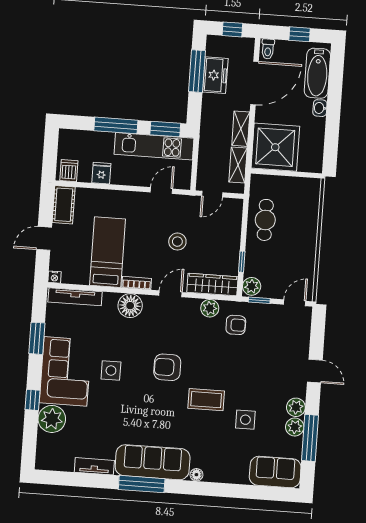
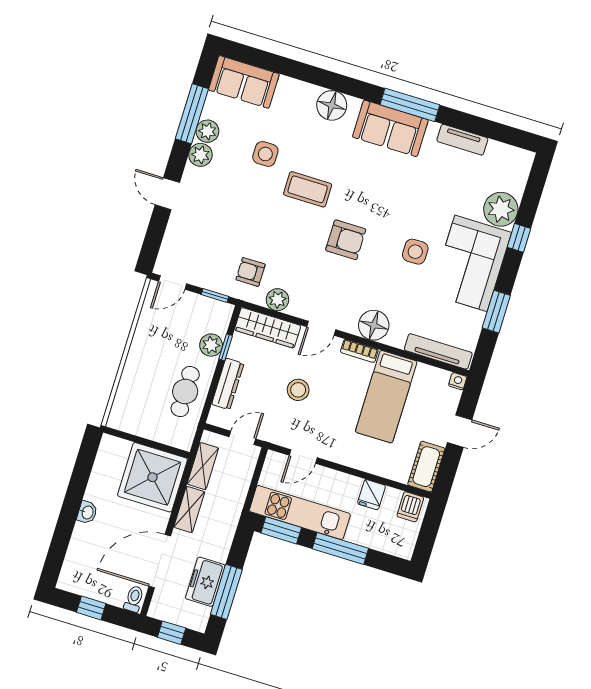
bathtub: (317, 73) -> (80, 555), removed
dresser: (233, 234) -> (228, 384), added
plant: (252, 286) -> (211, 345), moved
sofa: (153, 462) -> (390, 128), width x0.73
floor lamp: (196, 475) -> (332, 105), width x1.89, depth x1.89

